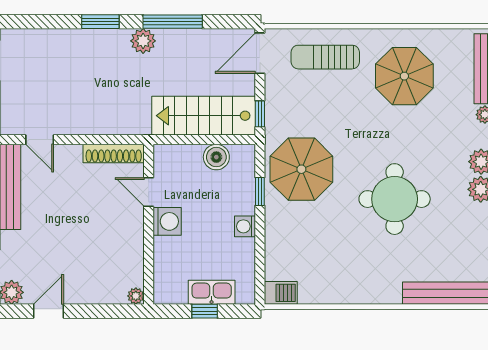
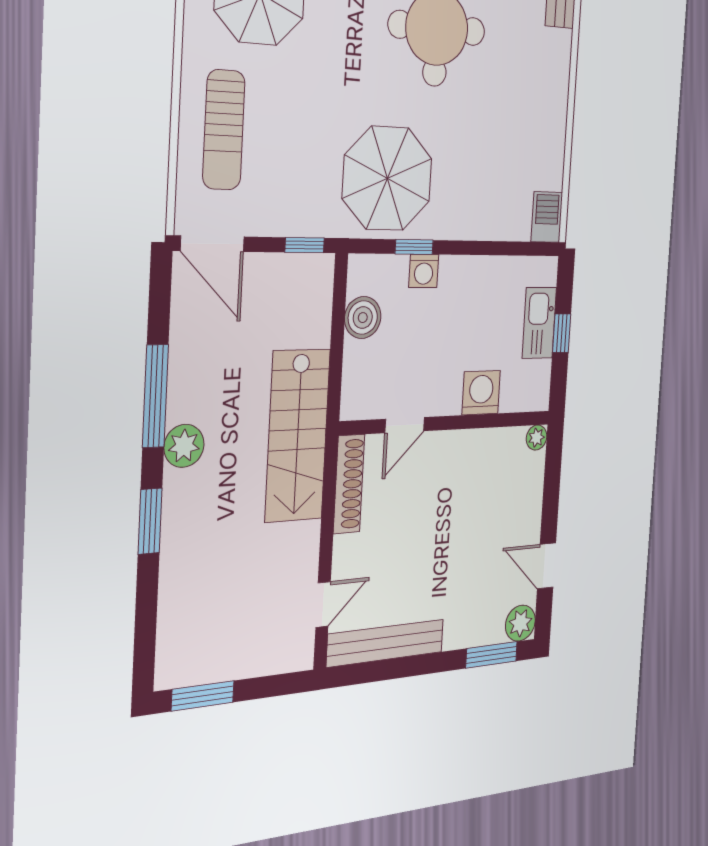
stairs: (204, 116) -> (298, 435), moved
washing machine: (167, 221) -> (481, 393), moved
washing machine: (245, 226) -> (424, 271), moved

